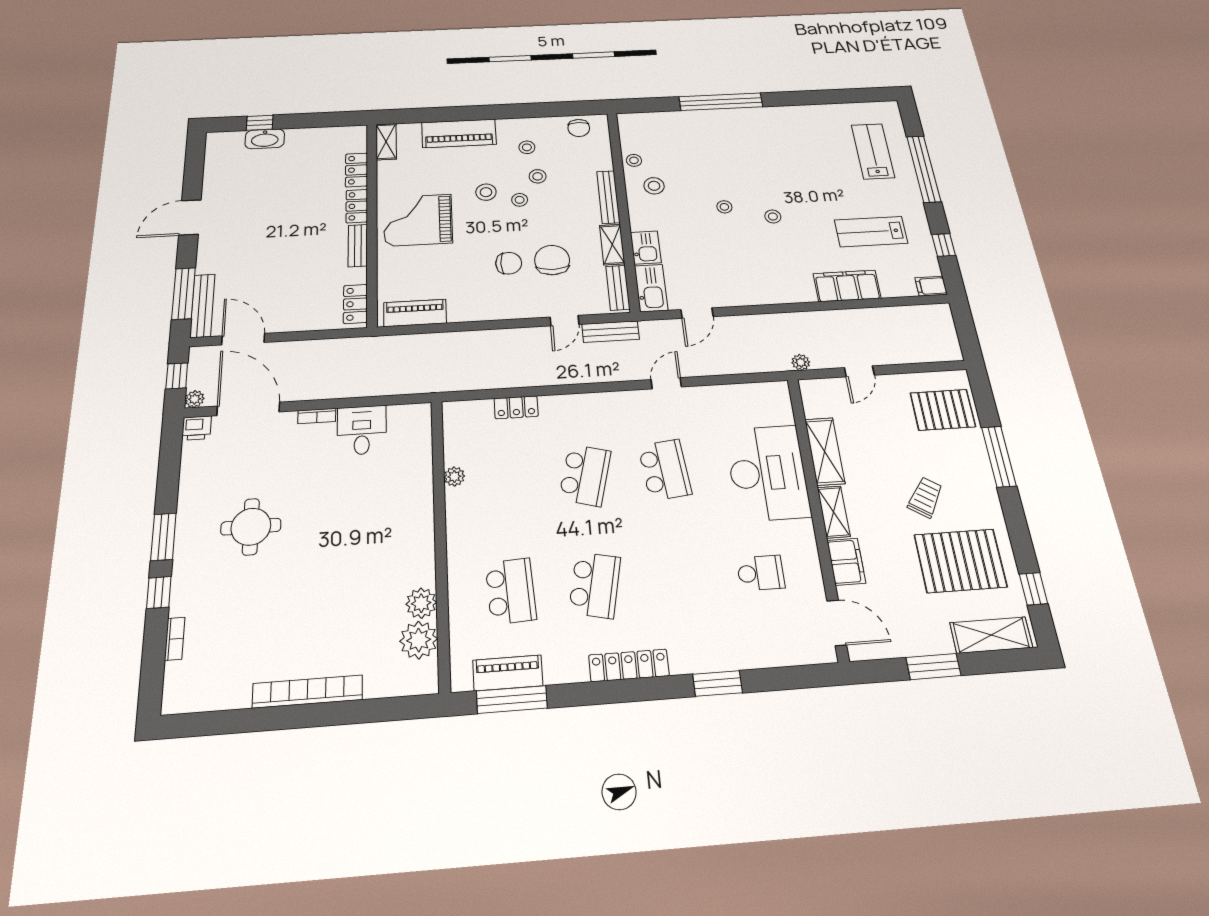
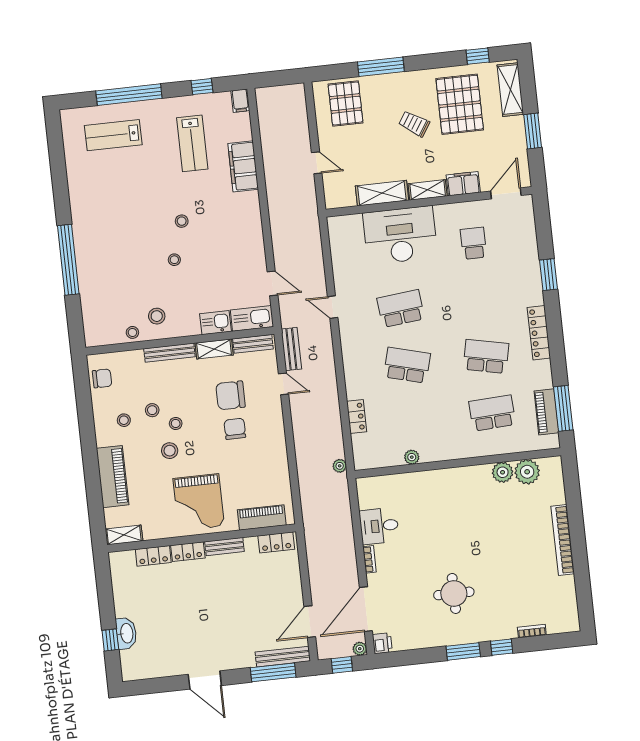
piano: (415, 313) -> (262, 517), moved, turned 90
plant: (801, 362) -> (340, 466), moved

